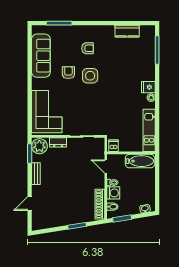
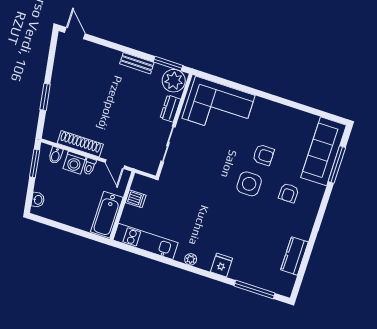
sofa: (41, 56) -> (324, 151), moved, turned 90
fridge: (148, 87) -> (221, 265), moved
dishwasher: (114, 146) -> (136, 199), moved
door: (106, 167) -> (115, 164), swing flipped
door: (30, 204) -> (75, 33), moved
shoe rack: (100, 204) -> (80, 144), moved

